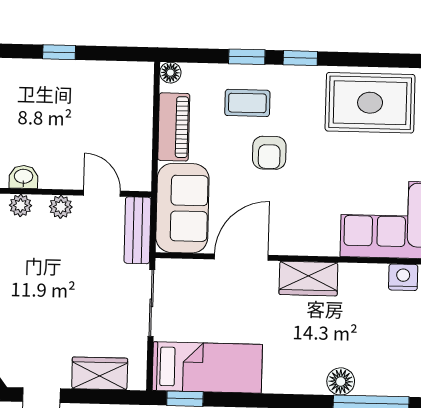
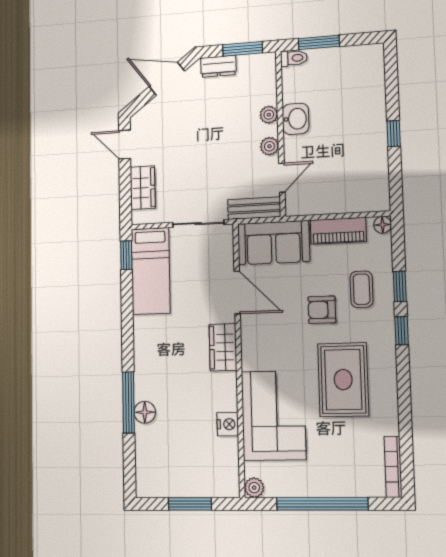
rug: (370, 103) -> (343, 380), moved
washbasin: (24, 177) -> (296, 119), width x1.38, depth x1.45
floor lamp: (341, 381) -> (145, 412), moved

